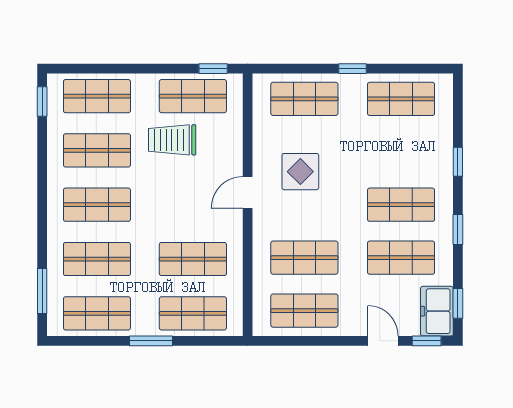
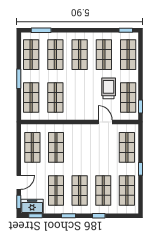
shop shelf: (401, 152) -> (103, 190), added
display table: (300, 172) -> (94, 146), removed
door: (248, 193) -> (105, 122), moved

